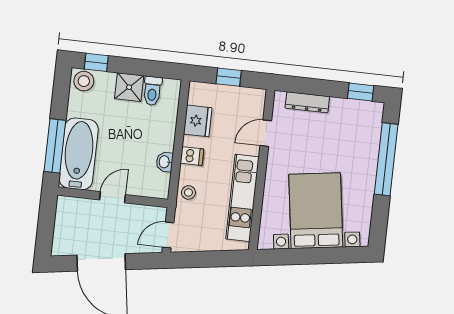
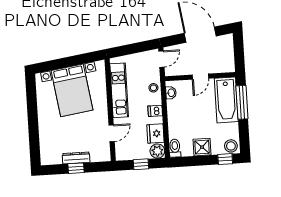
toilet: (152, 91) -> (175, 148), moved
window: (361, 92) -> (76, 168), moved
plant: (199, 93) -> (157, 151), added
dresser: (307, 102) -> (76, 158), moved
window: (386, 159) -> (34, 130), removed
washbasin: (165, 162) -> (171, 93), moved

